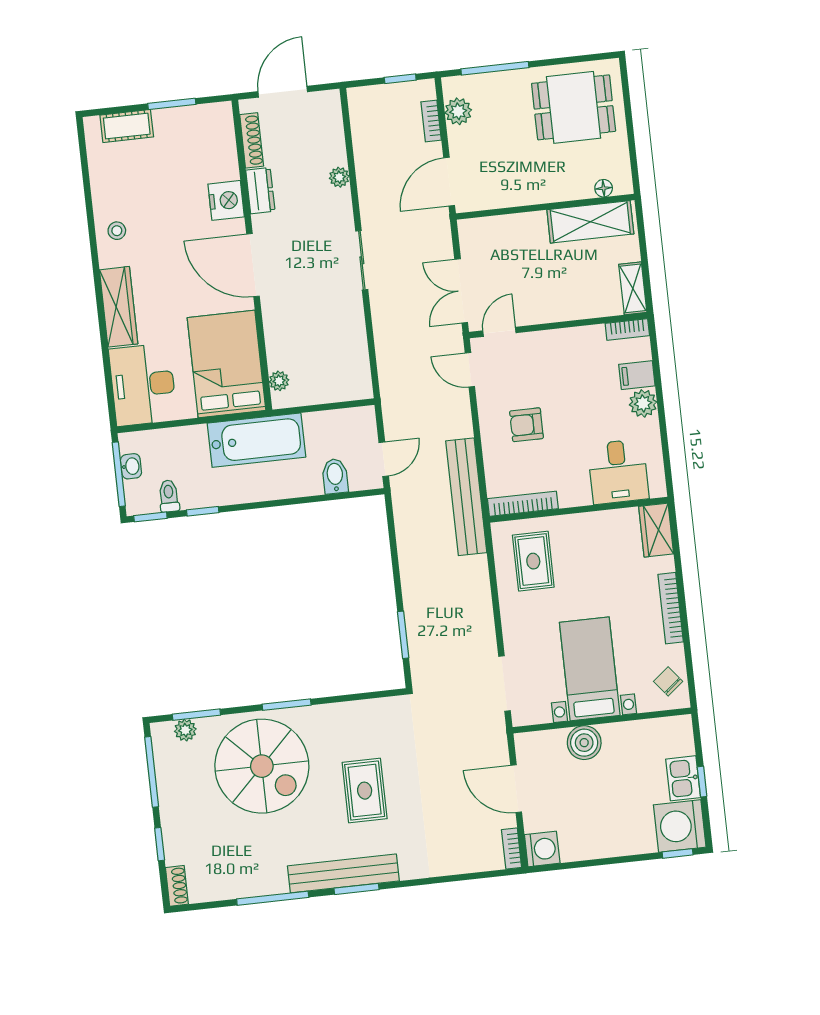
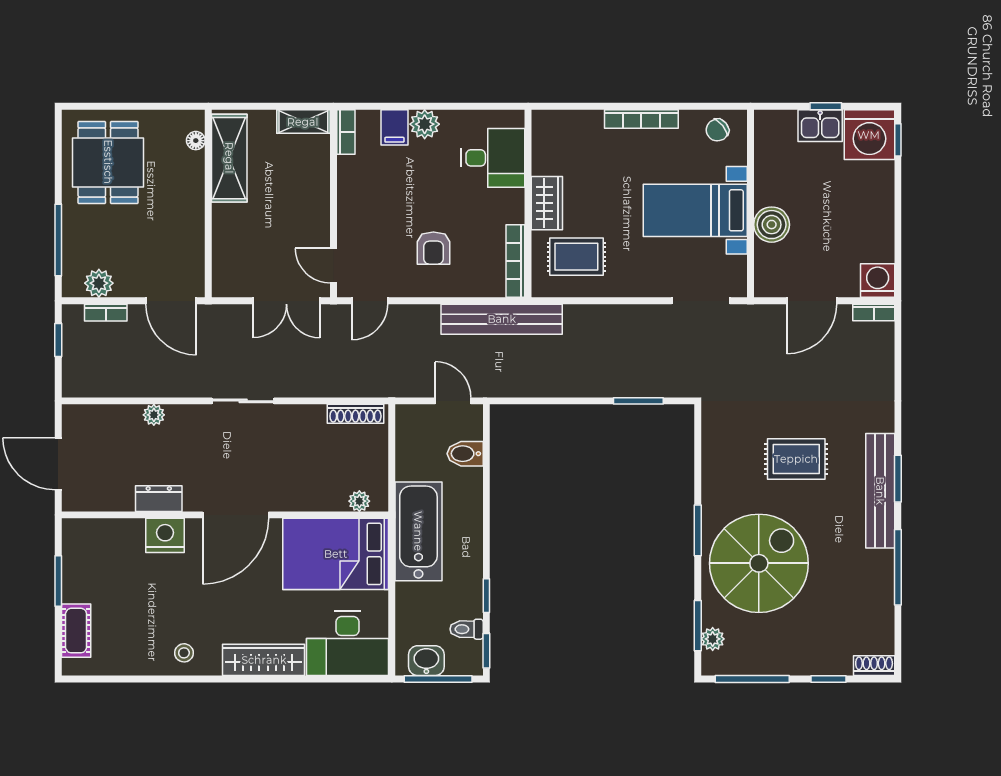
shoe rack: (252, 140) -> (355, 414), moved, turned 180
washbasin: (131, 466) -> (426, 661), width x1.38, depth x1.45
wardrobe: (656, 530) -> (547, 203), moved, turned -90

